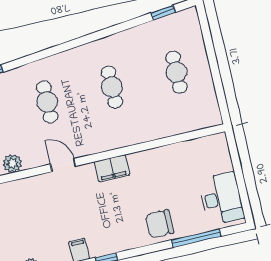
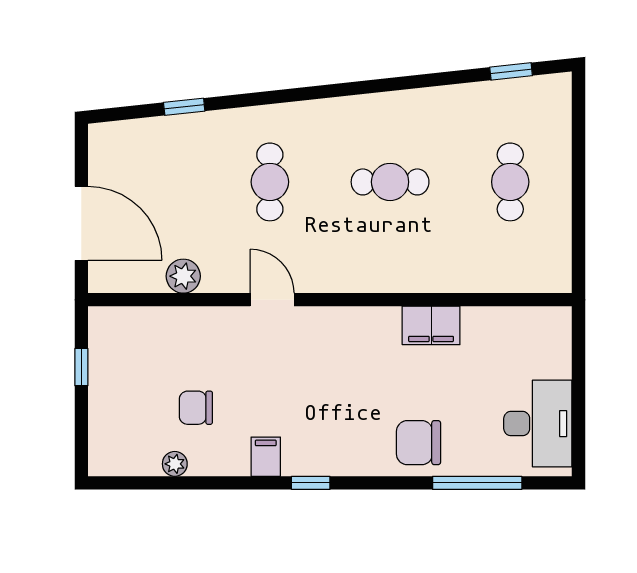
cafe table: (112, 87) -> (390, 182), turned 90
filing cabinet: (112, 168) -> (431, 325), moved
chair: (35, 233) -> (196, 408), added

